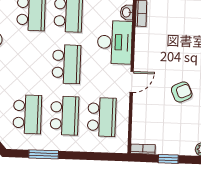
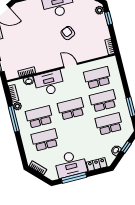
window: (168, 159) -> (109, 18), moved

